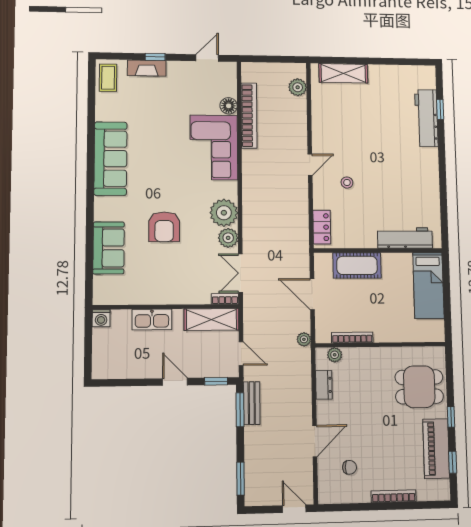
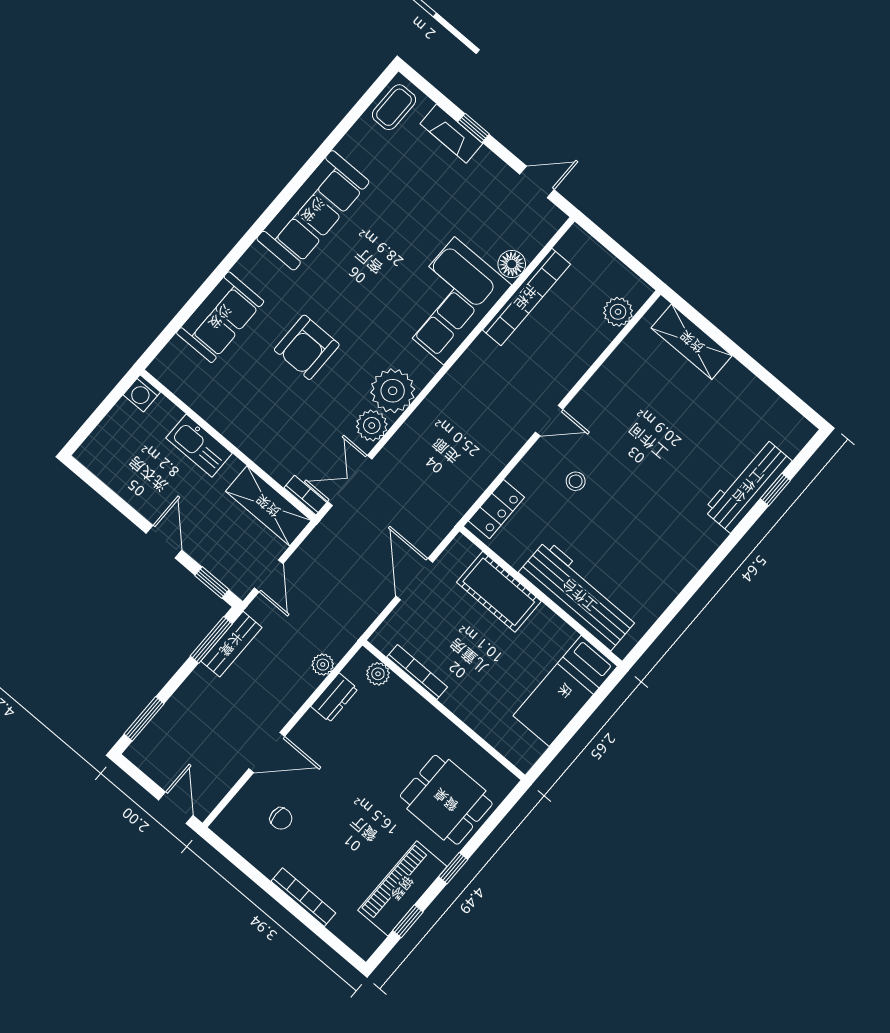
workbench: (405, 238) -> (579, 595), width x1.36, depth x1.32
plant: (304, 339) -> (323, 665), moved

